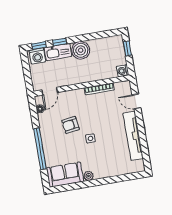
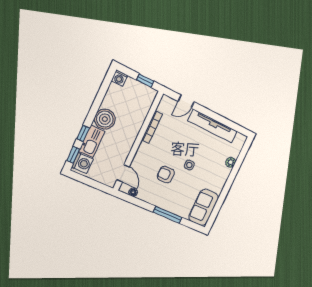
window: (127, 48) -> (145, 81), moved
washing machine: (123, 71) -> (119, 78), moved
armchair: (71, 125) -> (166, 175), turned 98
window: (40, 149) -> (168, 215), width x0.68
plant: (89, 176) -> (231, 162), moved

